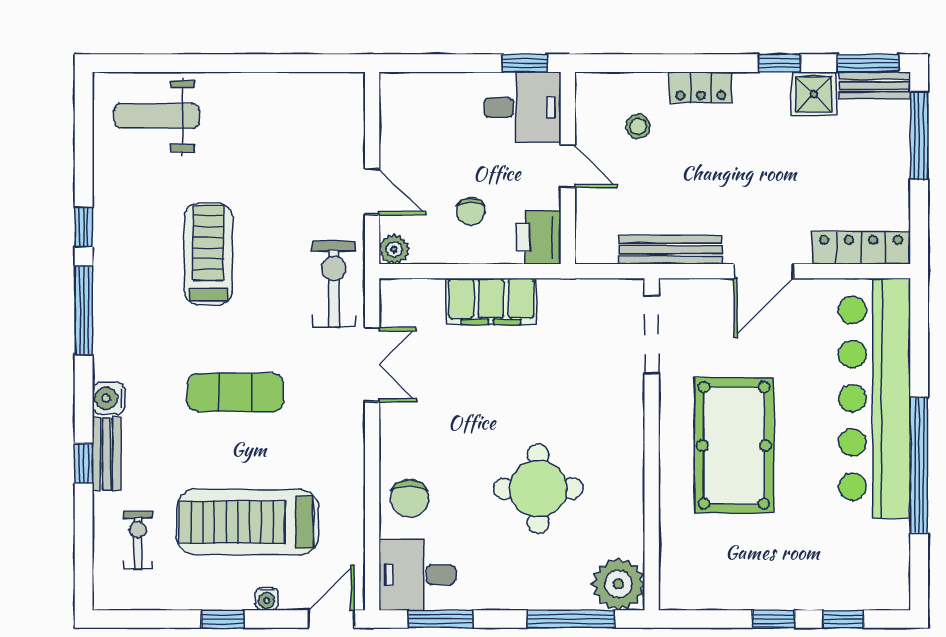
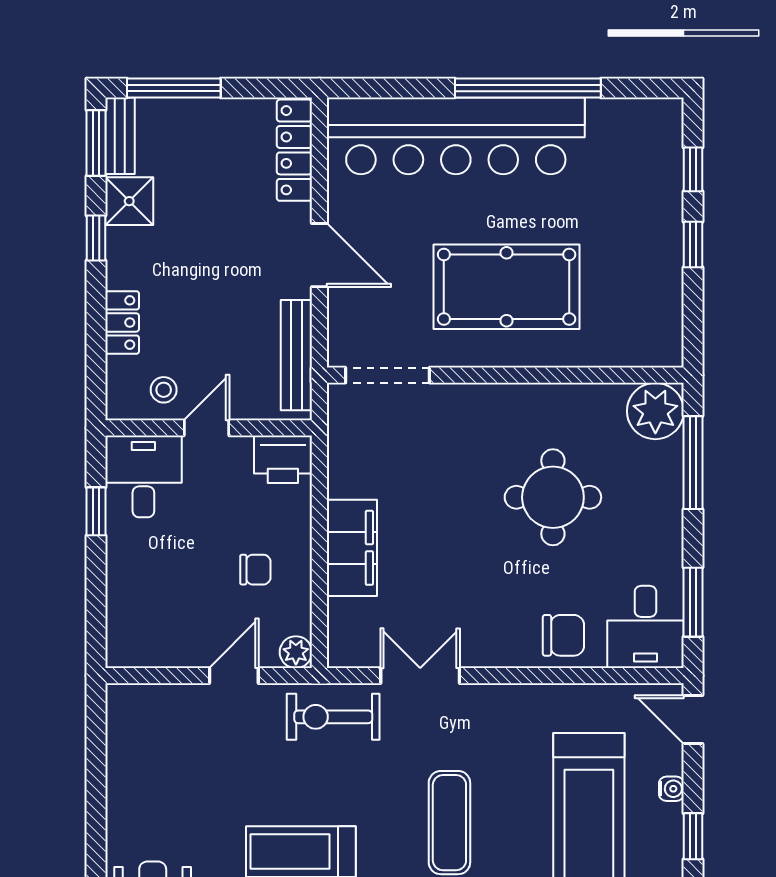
desk: (523, 107) -> (143, 476), moved
door: (568, 166) -> (207, 428), moved
wall: (568, 168) -> (209, 428), moved
printer: (539, 237) -> (283, 459), moved

